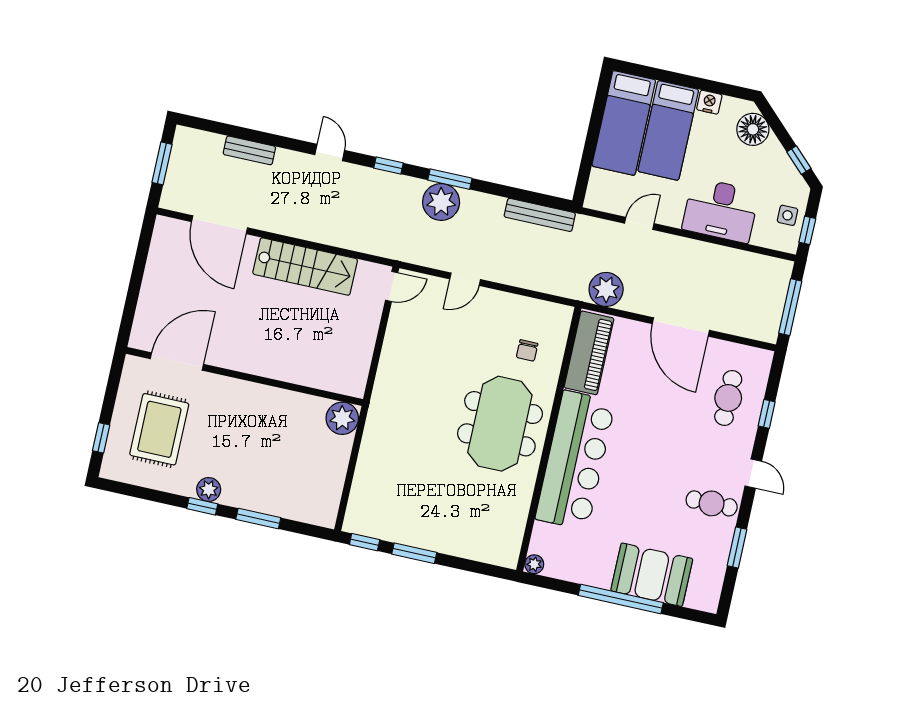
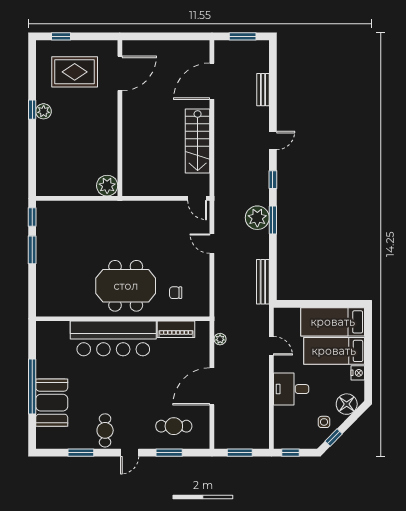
desk: (721, 210) -> (291, 389), width x0.73
side table: (787, 215) -> (324, 422), moved
plant: (606, 289) -> (220, 339), width x0.53, depth x0.53
window: (790, 307) -> (240, 453), width x0.69
piano: (589, 353) -> (176, 329), width x0.73, depth x0.75
door: (177, 361) -> (120, 73), hinge flipped
window: (767, 414) -> (169, 453), width x1.50
window: (258, 519) -> (32, 147), removed
plant: (534, 564) -> (42, 327), removed

